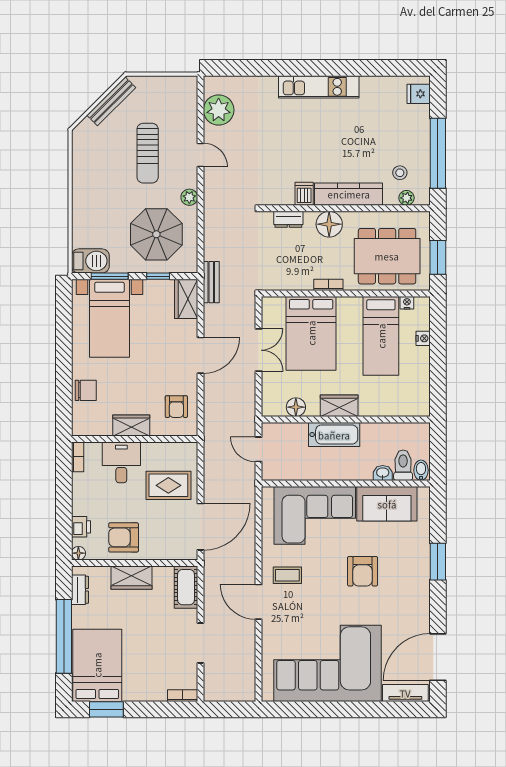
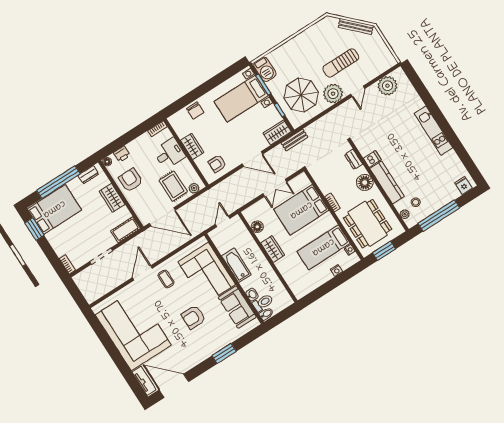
plant: (189, 197) -> (333, 94), width x1.87, depth x1.87
bathtub: (334, 435) -> (236, 265), moved, turned 180
plant: (189, 459) -> (194, 188), added

